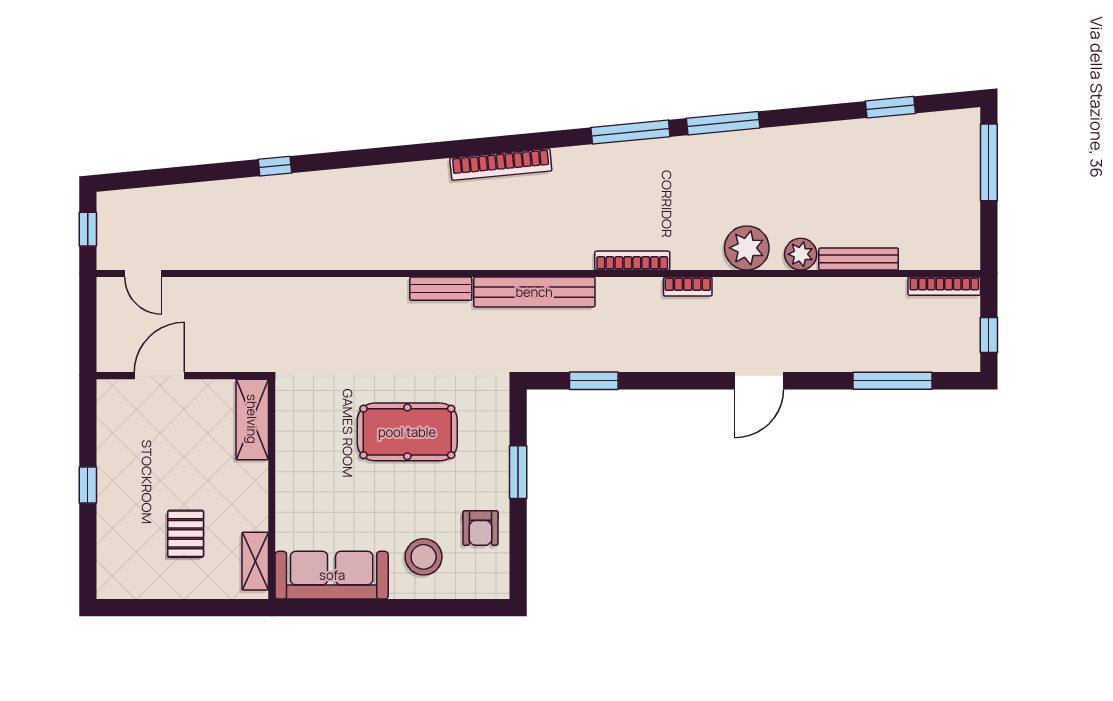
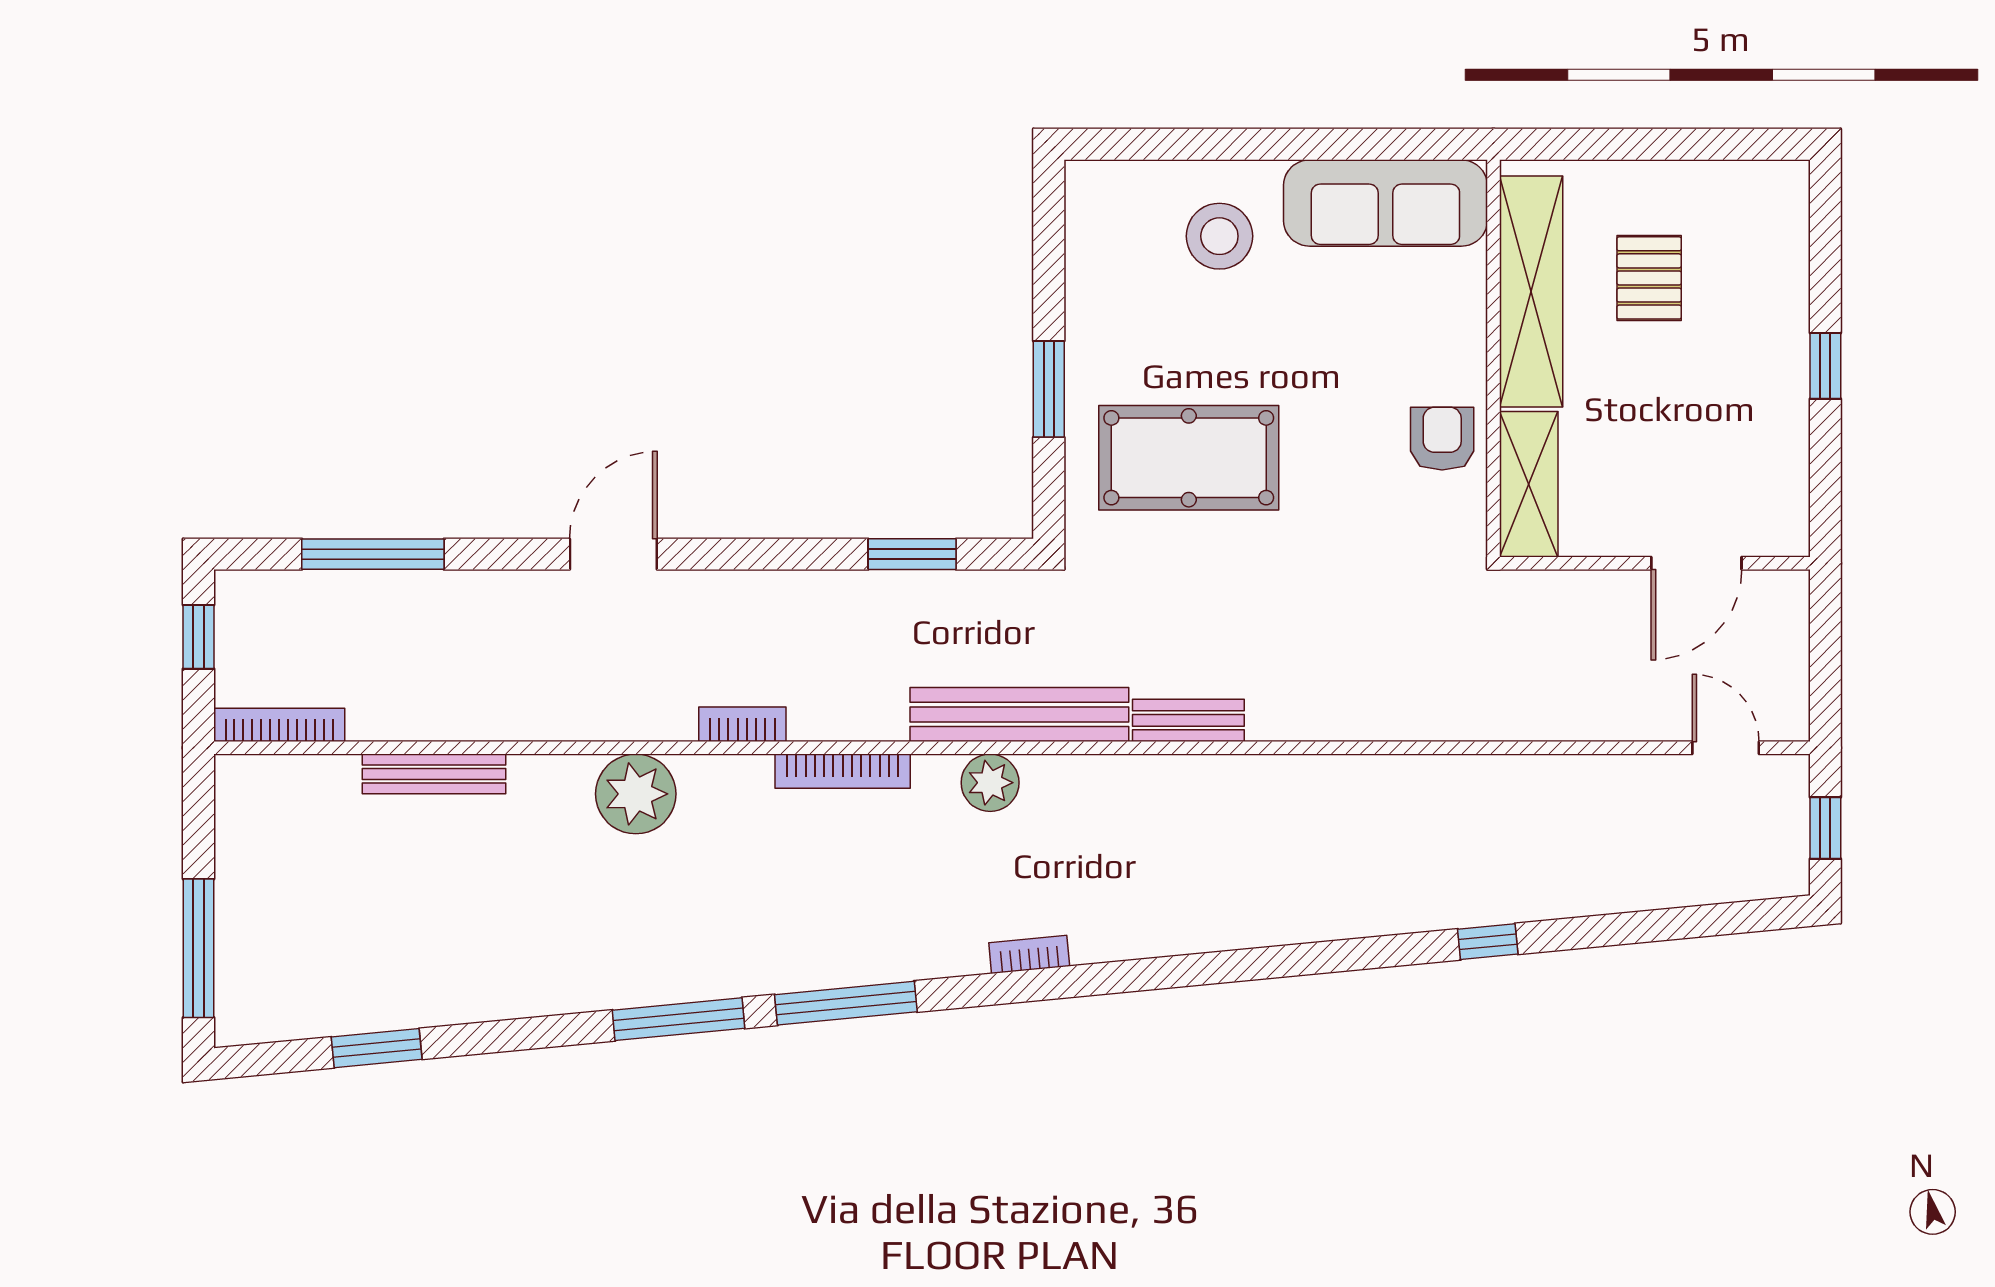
bookcase: (501, 164) -> (1029, 954), width x0.43, depth x0.76
plant: (801, 254) -> (990, 783), moved
pool table: (407, 432) -> (1189, 458), moved
armchair: (480, 528) -> (1442, 439), moved
shelving: (255, 561) -> (1531, 292), width x2.20, depth x1.33

